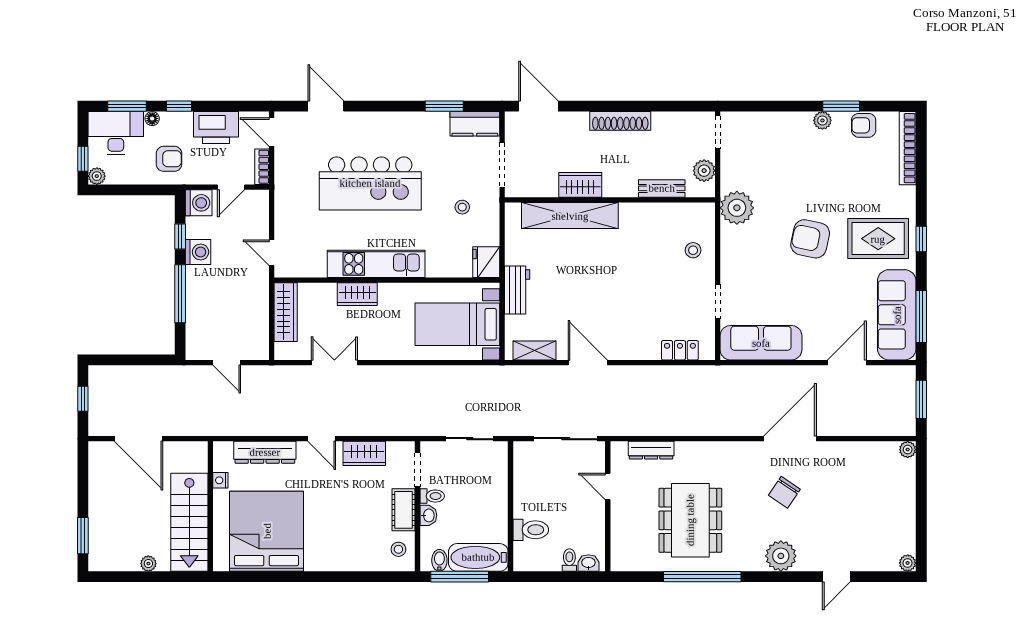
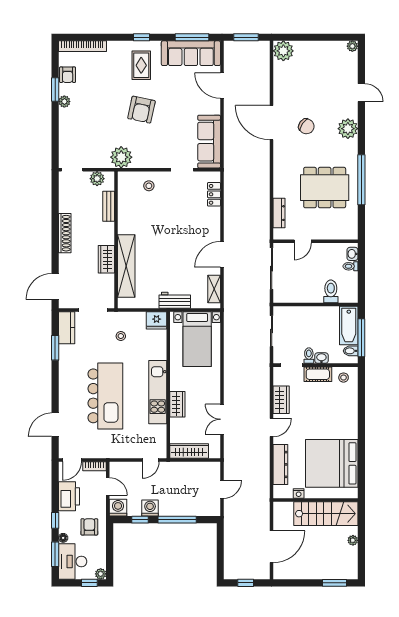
rug: (878, 239) -> (141, 65), width x0.73, depth x0.70
plant: (908, 450) -> (283, 51), width x1.87, depth x1.87

